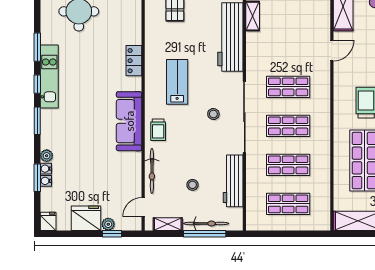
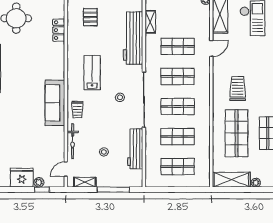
shop shelf: (288, 48) -> (178, 46), added
locker: (134, 61) -> (59, 30), moved
bicycle: (206, 223) -> (114, 182), removed

